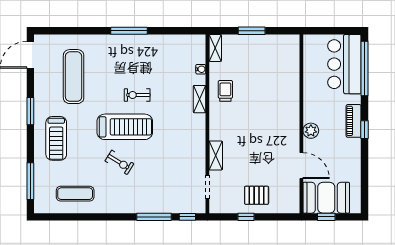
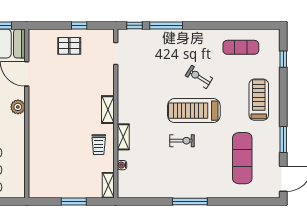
window: (30, 111) -> (283, 140), moved
shelving: (216, 155) -> (108, 110), moved
window: (30, 181) -> (283, 59), width x0.46

